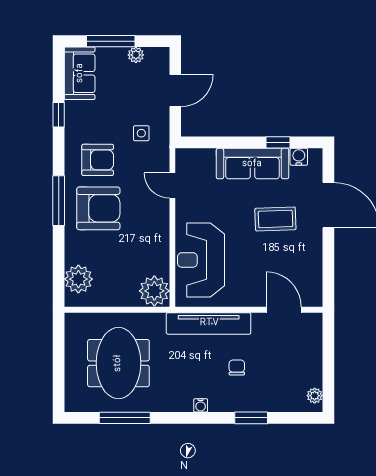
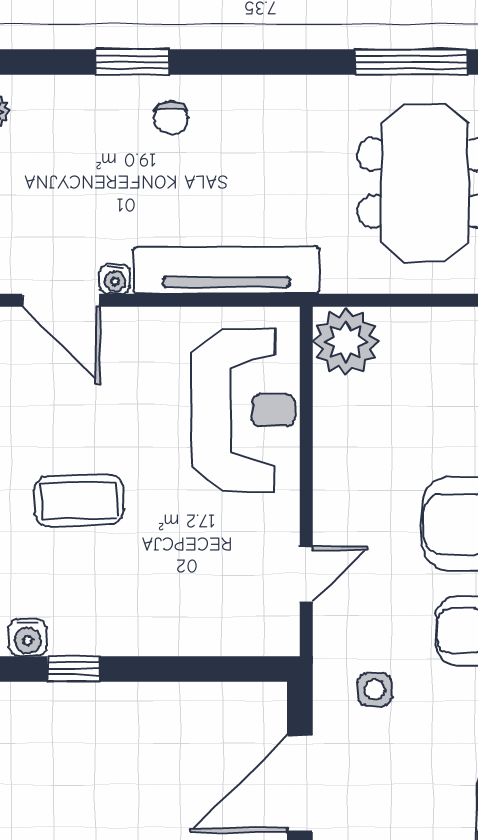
door: (175, 90) -> (300, 784), width x1.36
sofa: (252, 164) -> (130, 622), removed
door: (172, 186) -> (306, 574), hinge flipped
chair: (237, 367) -> (171, 118), moved
water cooler: (201, 405) -> (115, 279), moved, turned 180

